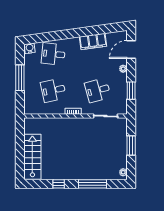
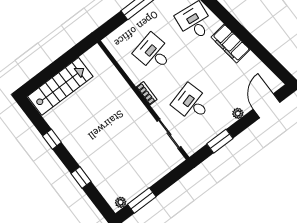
filing cabinet: (93, 41) -> (230, 43), moved
door: (131, 49) -> (266, 106), hinge flipped
window: (131, 146) -> (142, 200), moved
window: (92, 184) -> (81, 178), width x0.46

